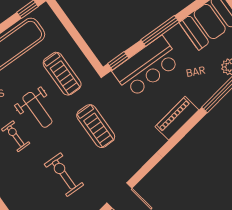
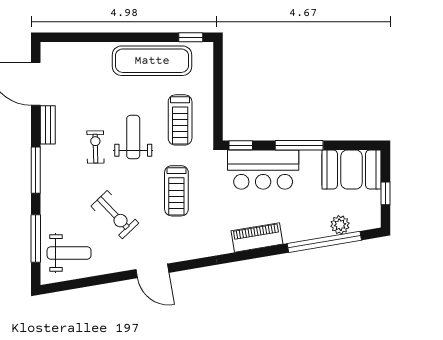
weight bench: (37, 110) -> (133, 137), turned 180
exercise bike: (64, 175) -> (115, 215), turned 136

